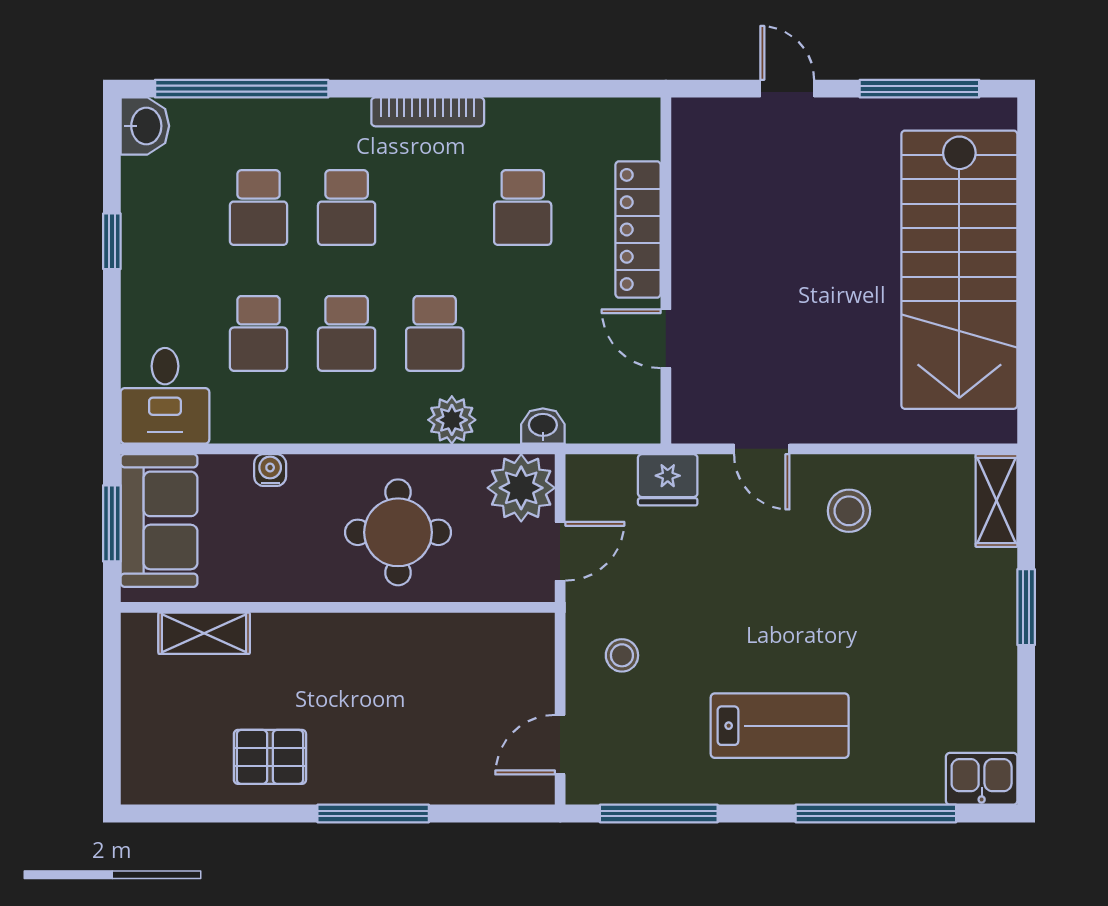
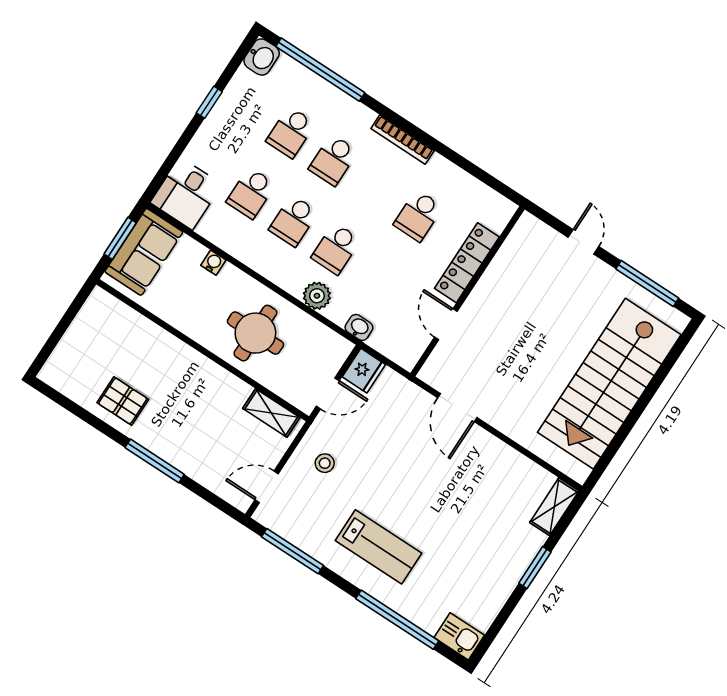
door: (762, 449) -> (457, 408), width x1.38
fridge: (668, 480) -> (364, 371), moved, turned -90
plant: (521, 488) -> (329, 350), removed
stool: (849, 511) -> (480, 465), removed
shelving: (204, 633) -> (271, 413), moved

